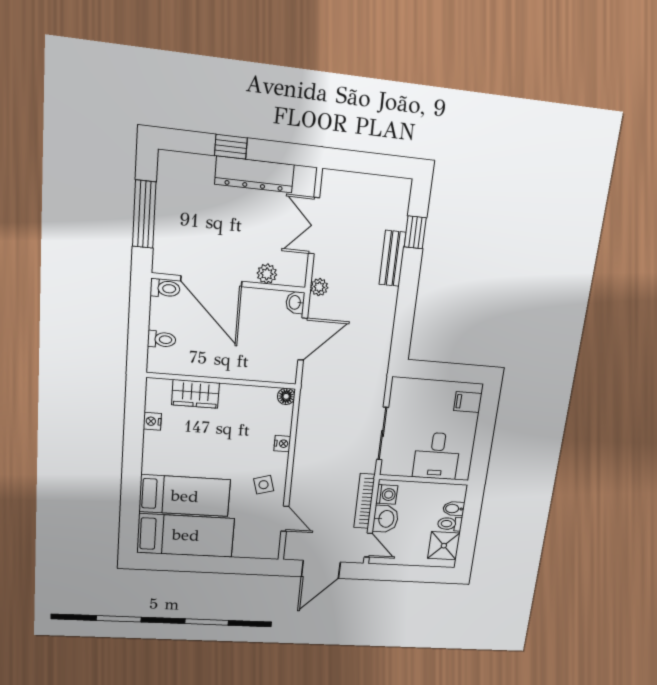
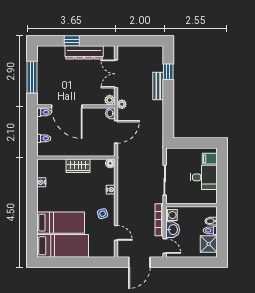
plant: (267, 274) -> (110, 100), moved
wardrobe: (195, 394) -> (78, 166), moved
desk: (437, 456) -> (204, 177), moved, turned -90

